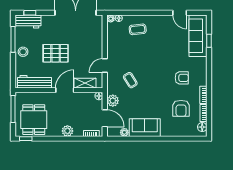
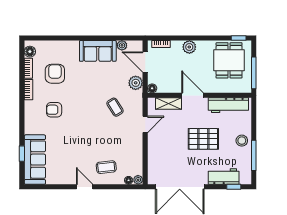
door: (180, 13) -> (85, 187), moved
workbench: (28, 21) -> (224, 176), moved
door: (65, 90) -> (193, 95), swing flipped

